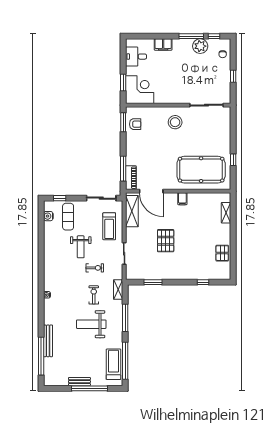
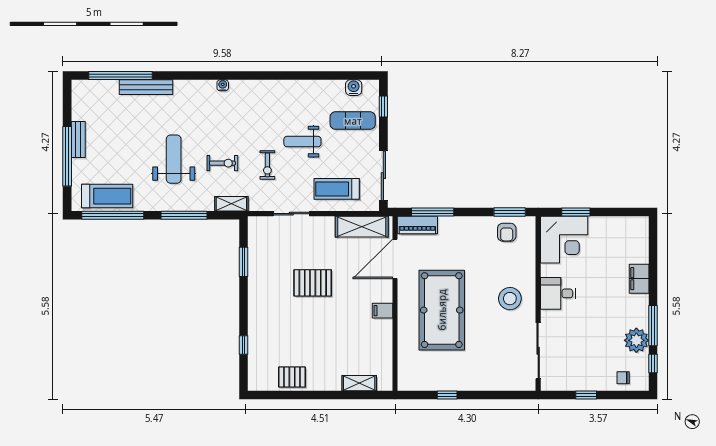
desk: (136, 57) -> (558, 293), moved, turned -90
pool table: (201, 170) -> (442, 310), moved

